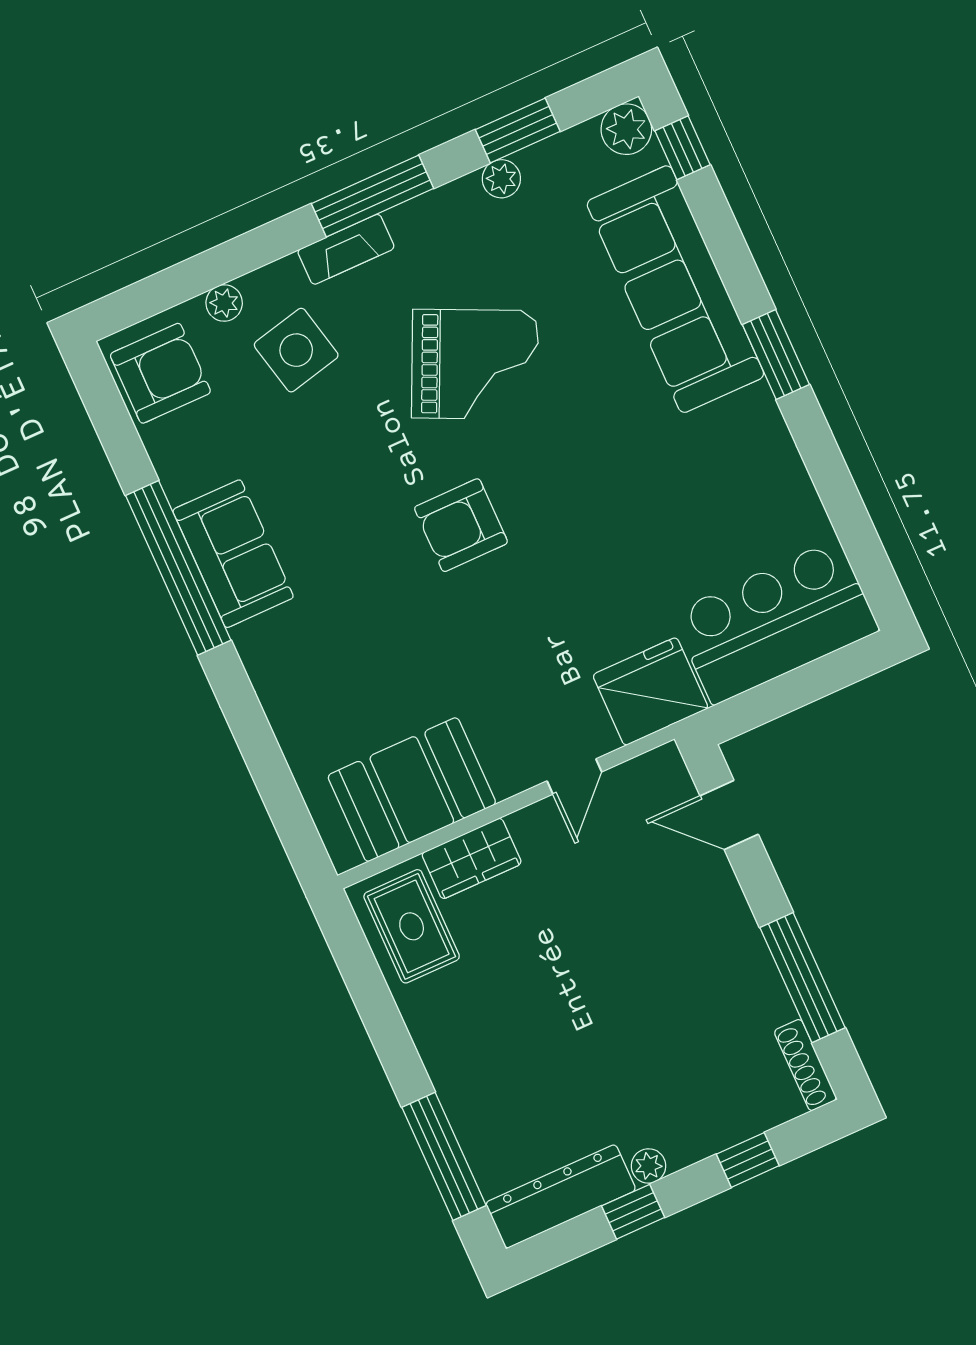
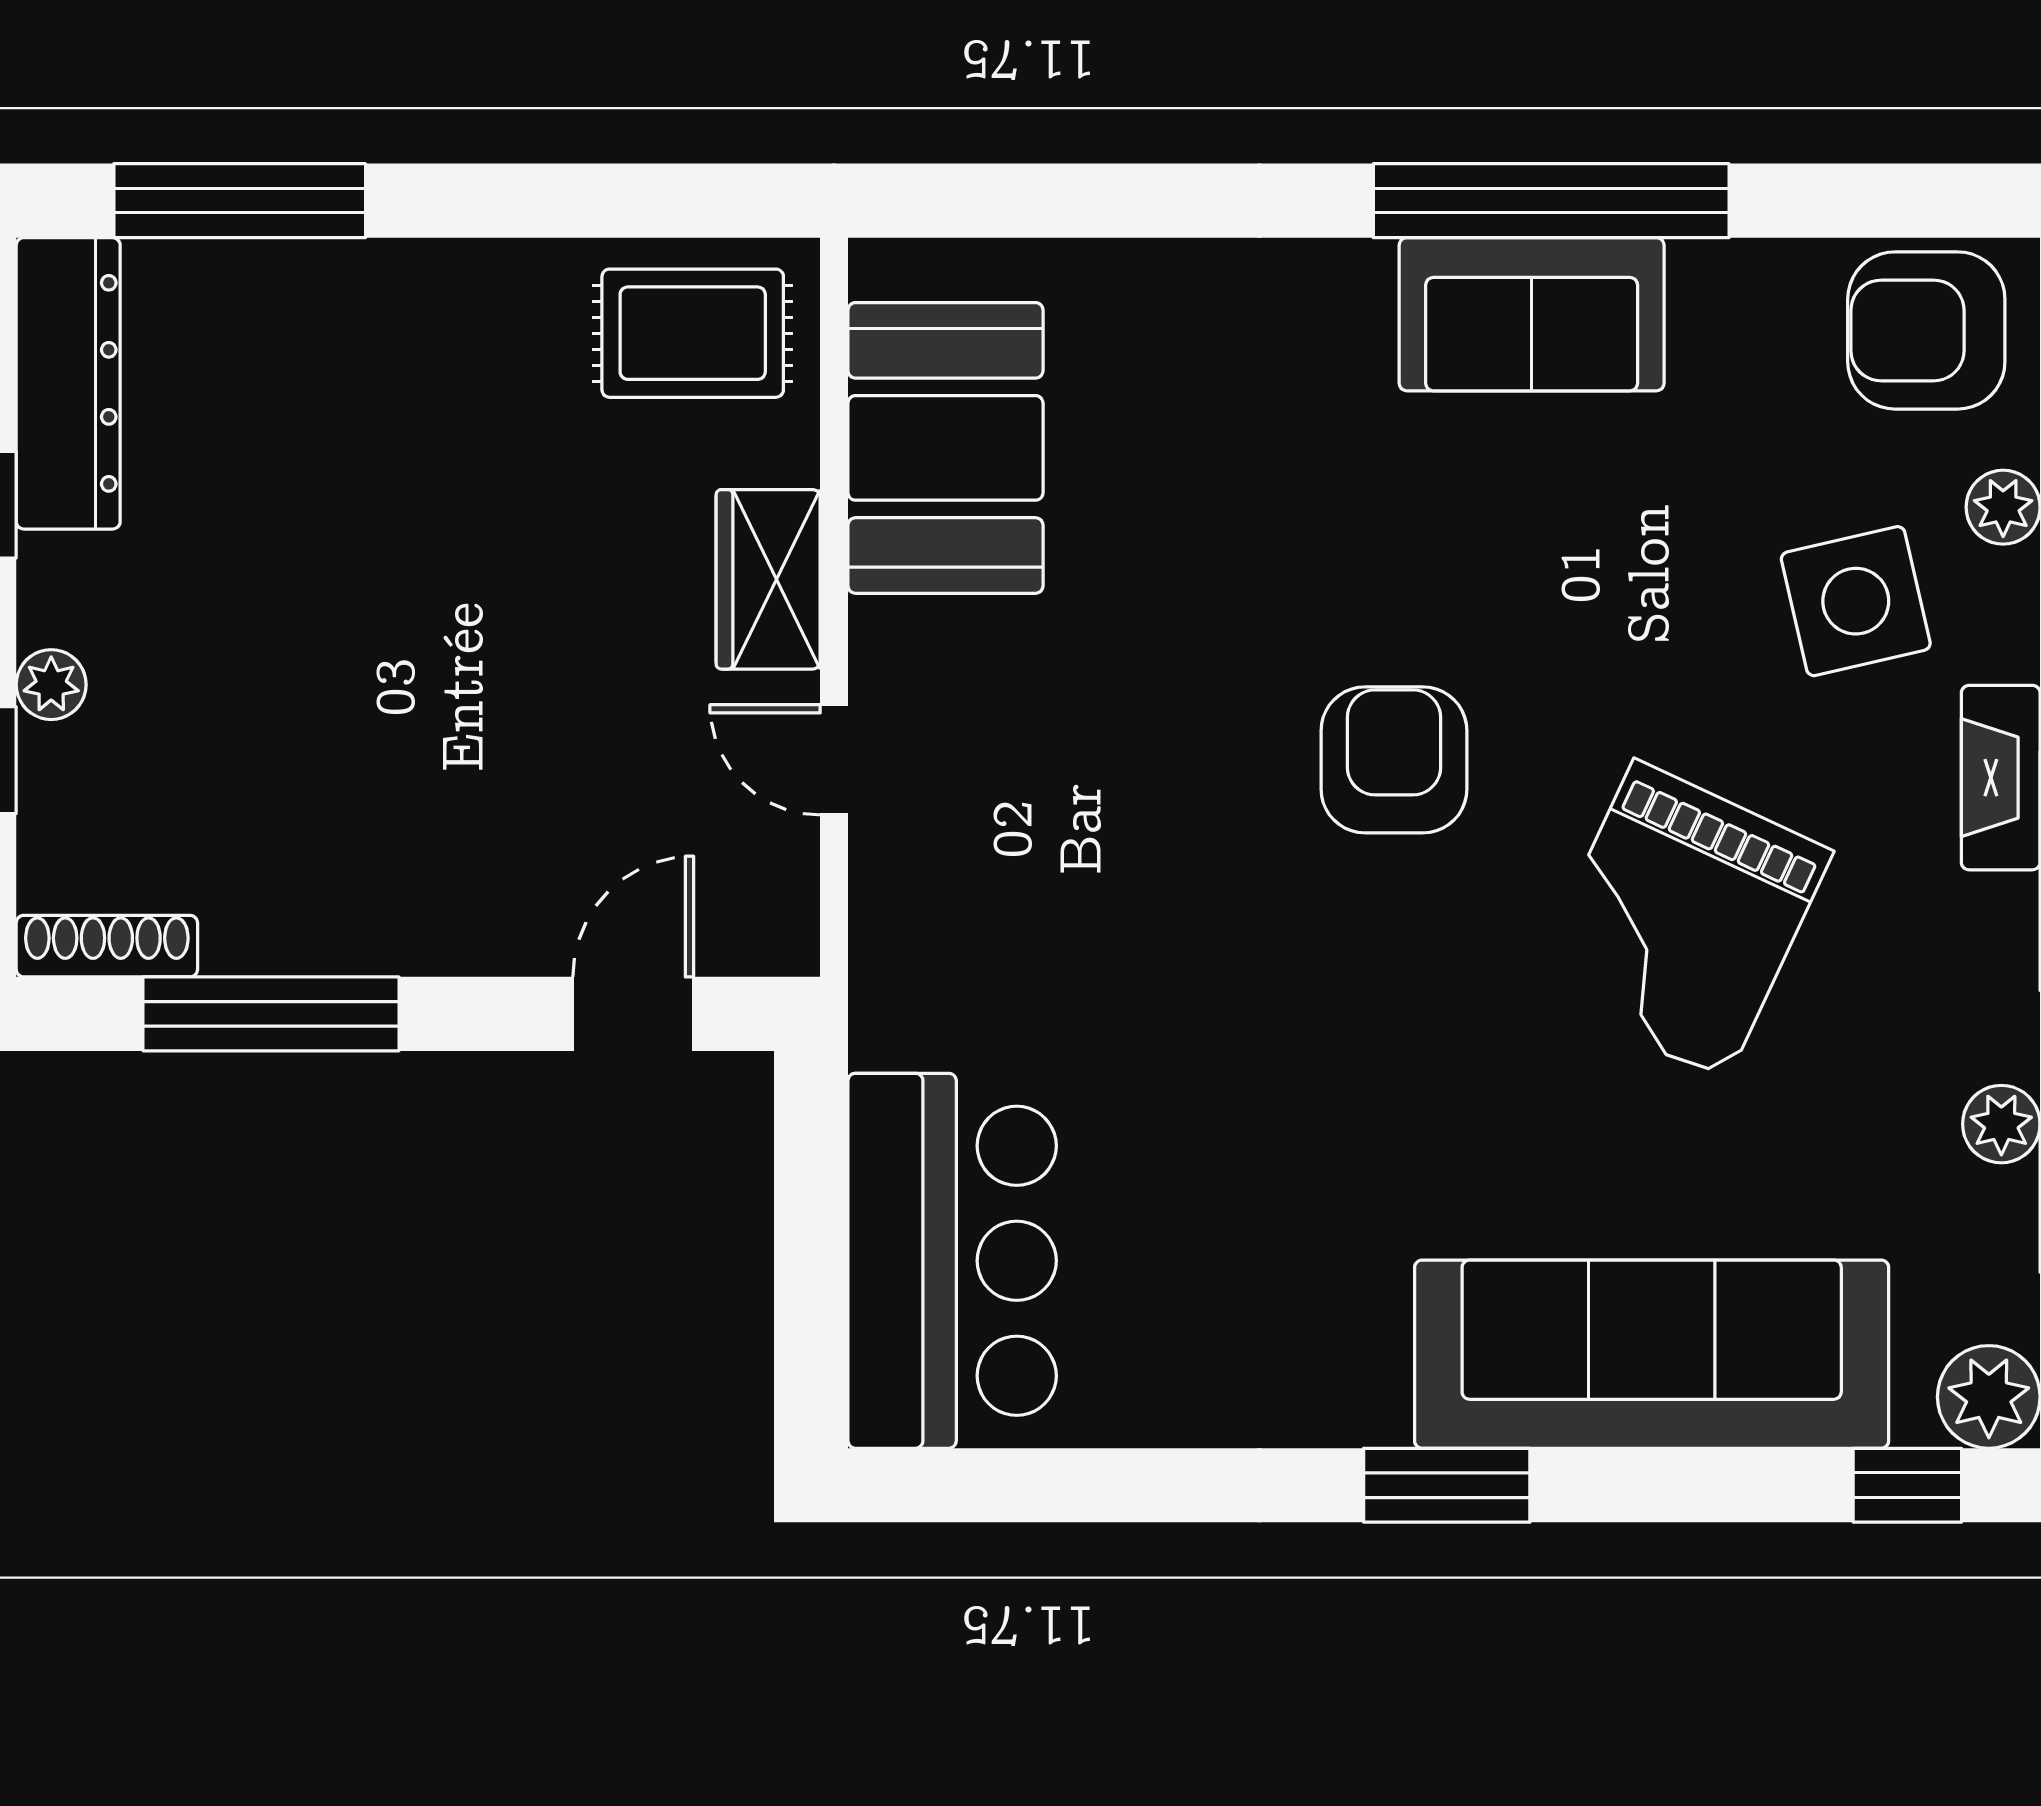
armchair: (160, 373) -> (1926, 330), turned 90
fridge: (650, 691) -> (928, 972), removed
wardrobe: (472, 858) -> (768, 579), moved
plant: (648, 1166) -> (51, 685), moved

